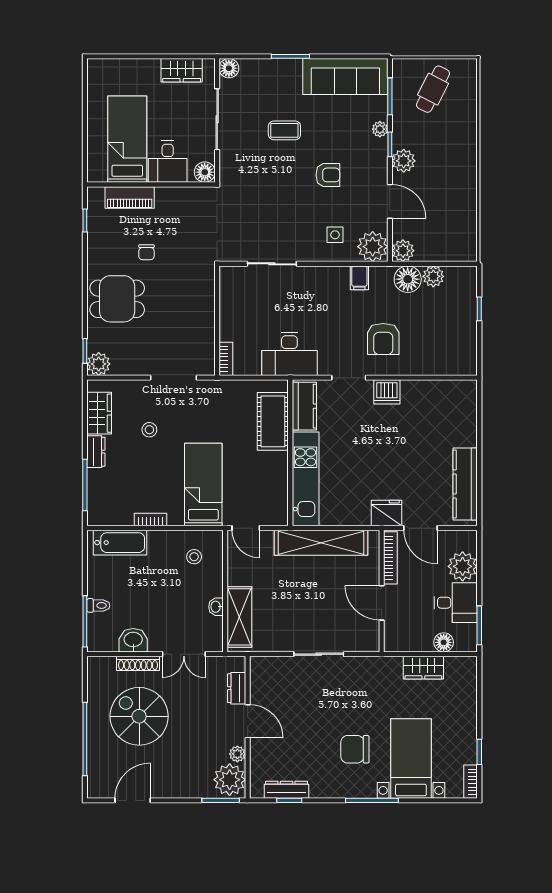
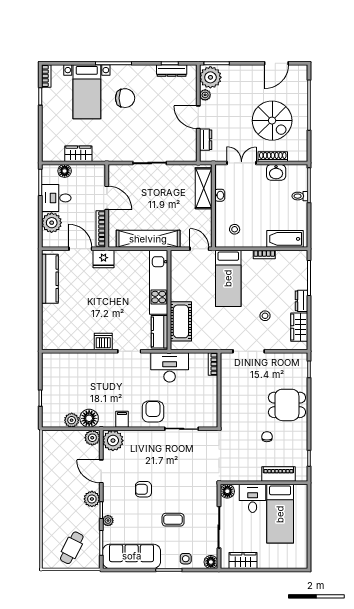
side table: (335, 235) -> (186, 559), moved
armchair: (383, 339) -> (153, 412), moved
plant: (99, 364) -> (300, 361), removed

